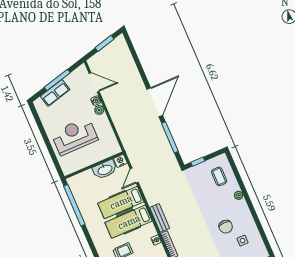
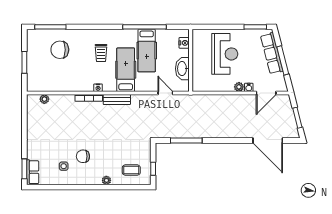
row of seats: (55, 93) -> (272, 53), width x1.48
door: (155, 102) -> (268, 141), moved
window: (37, 119) -> (255, 27), added
nightstand: (120, 161) -> (184, 43), moved
window: (198, 162) -> (153, 169), moved
hospital bed: (121, 202) -> (147, 51), moved, turned 180
window: (74, 205) -> (144, 27), moved

